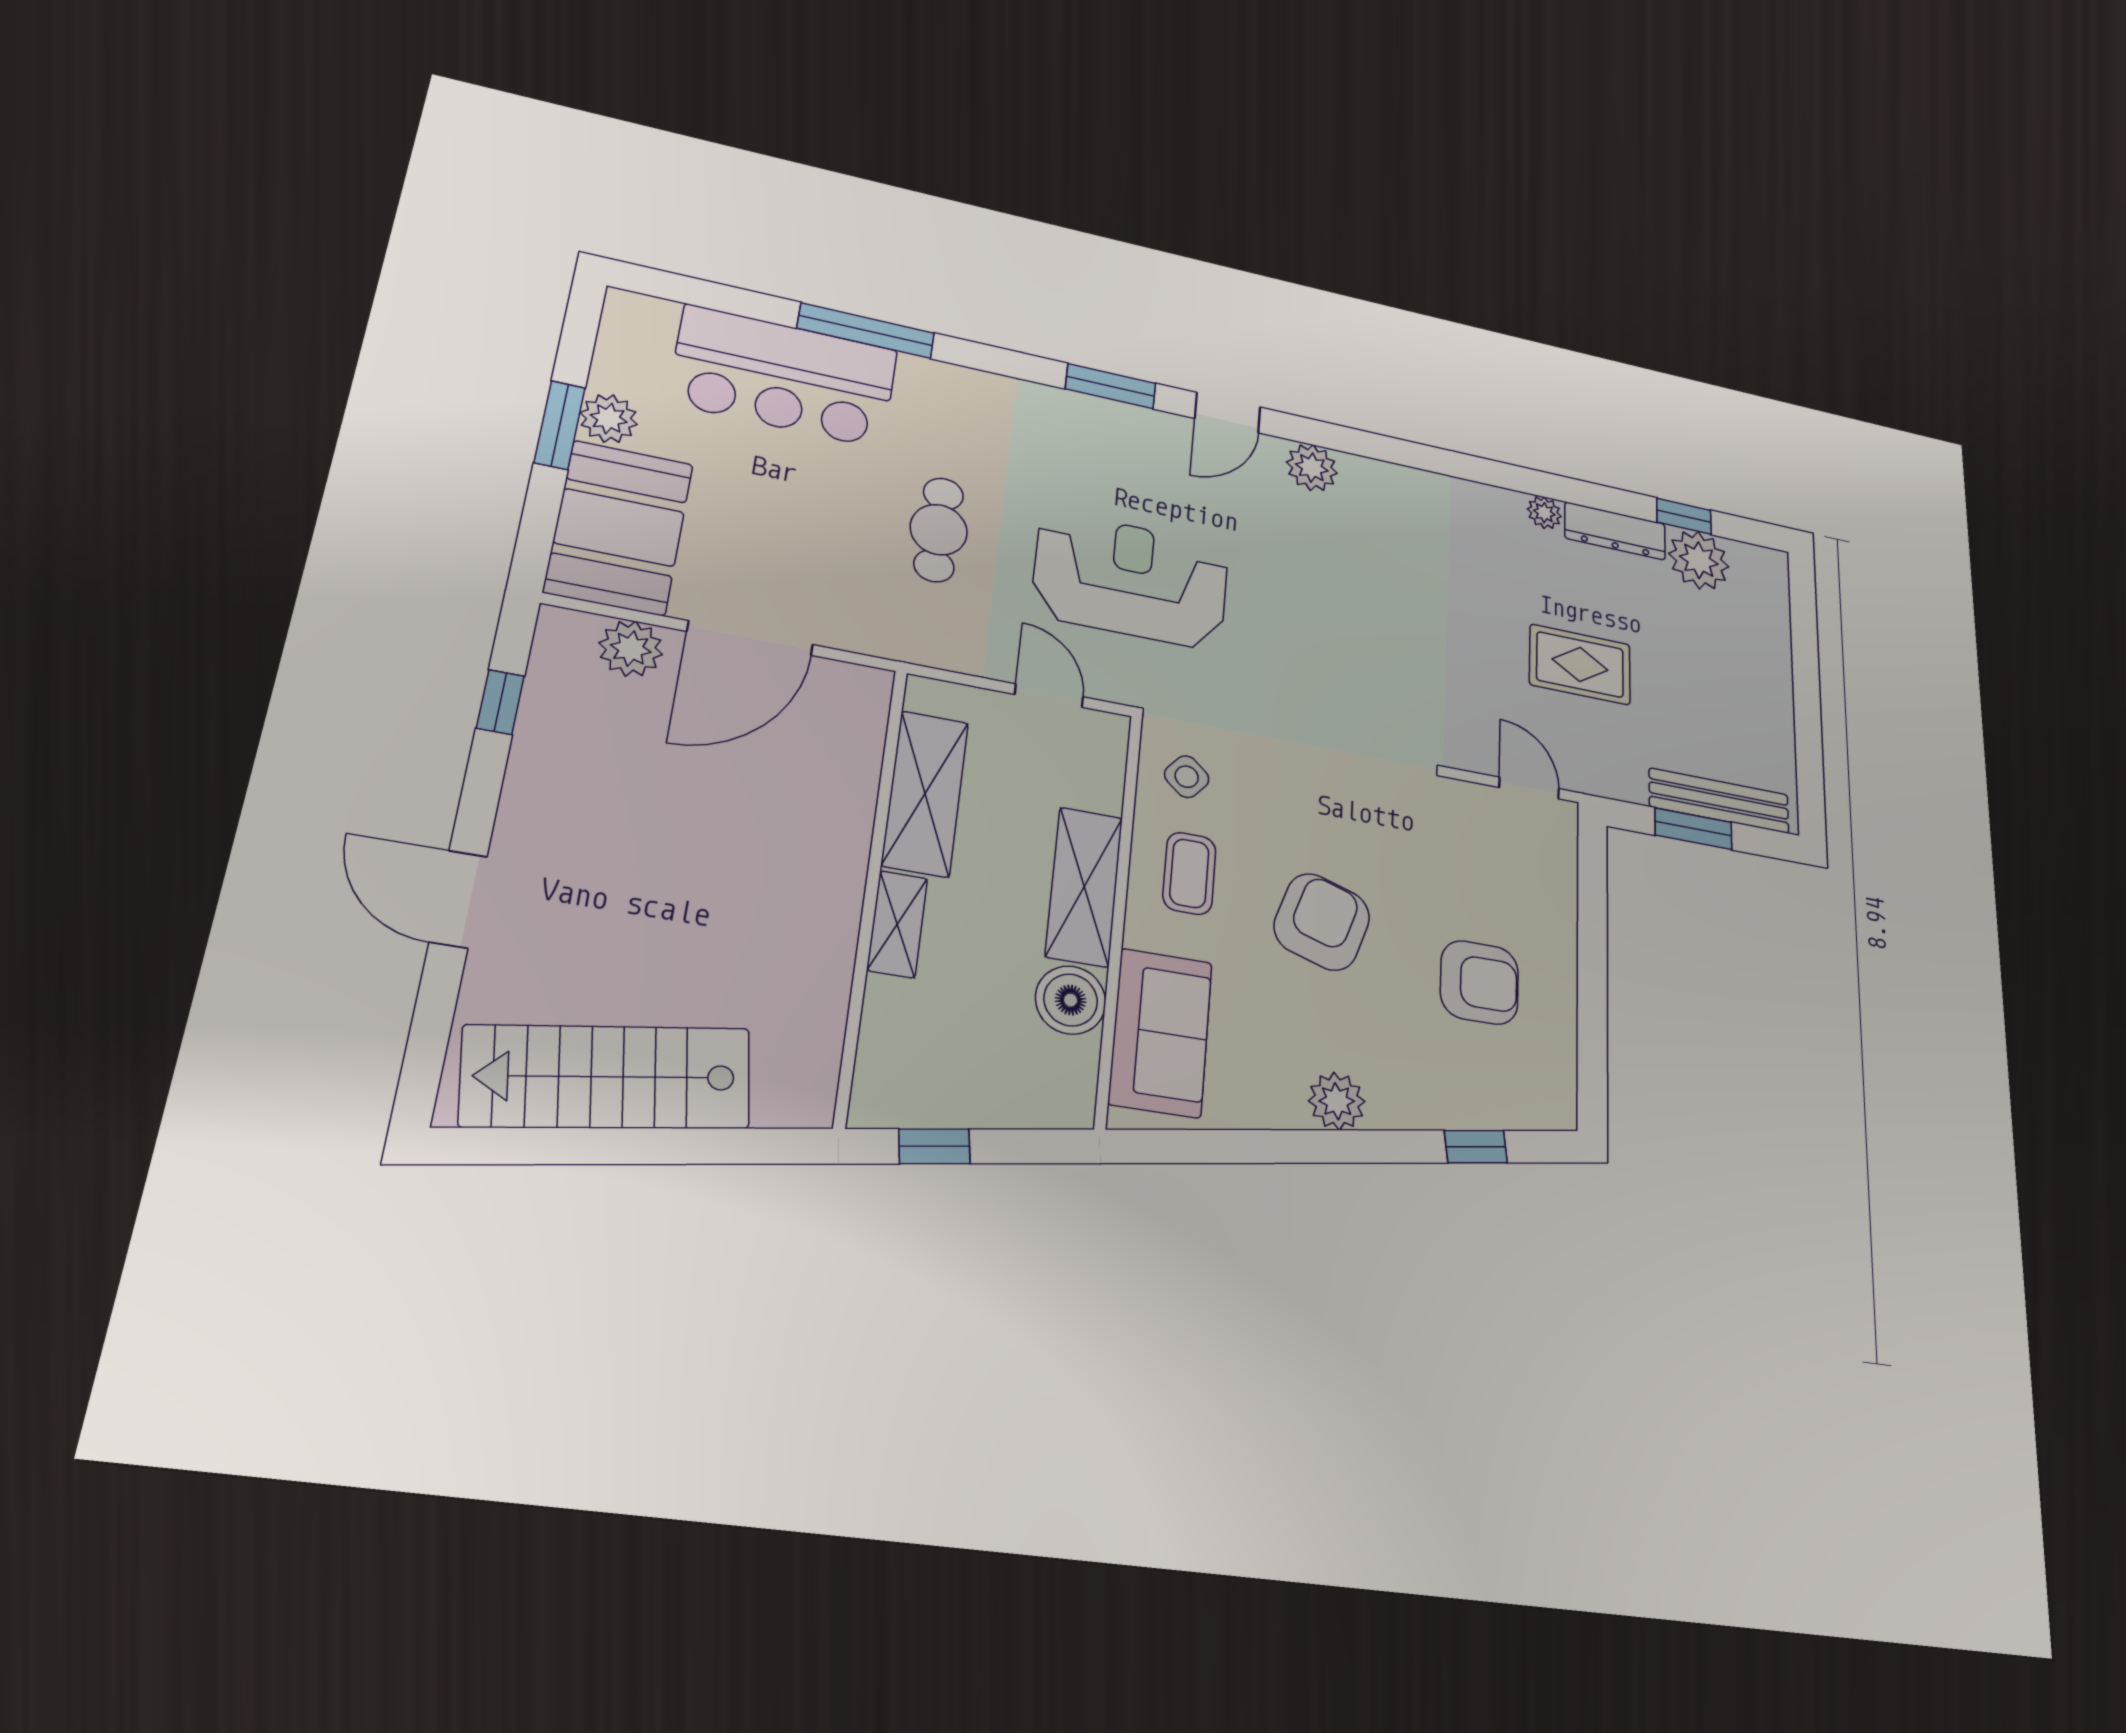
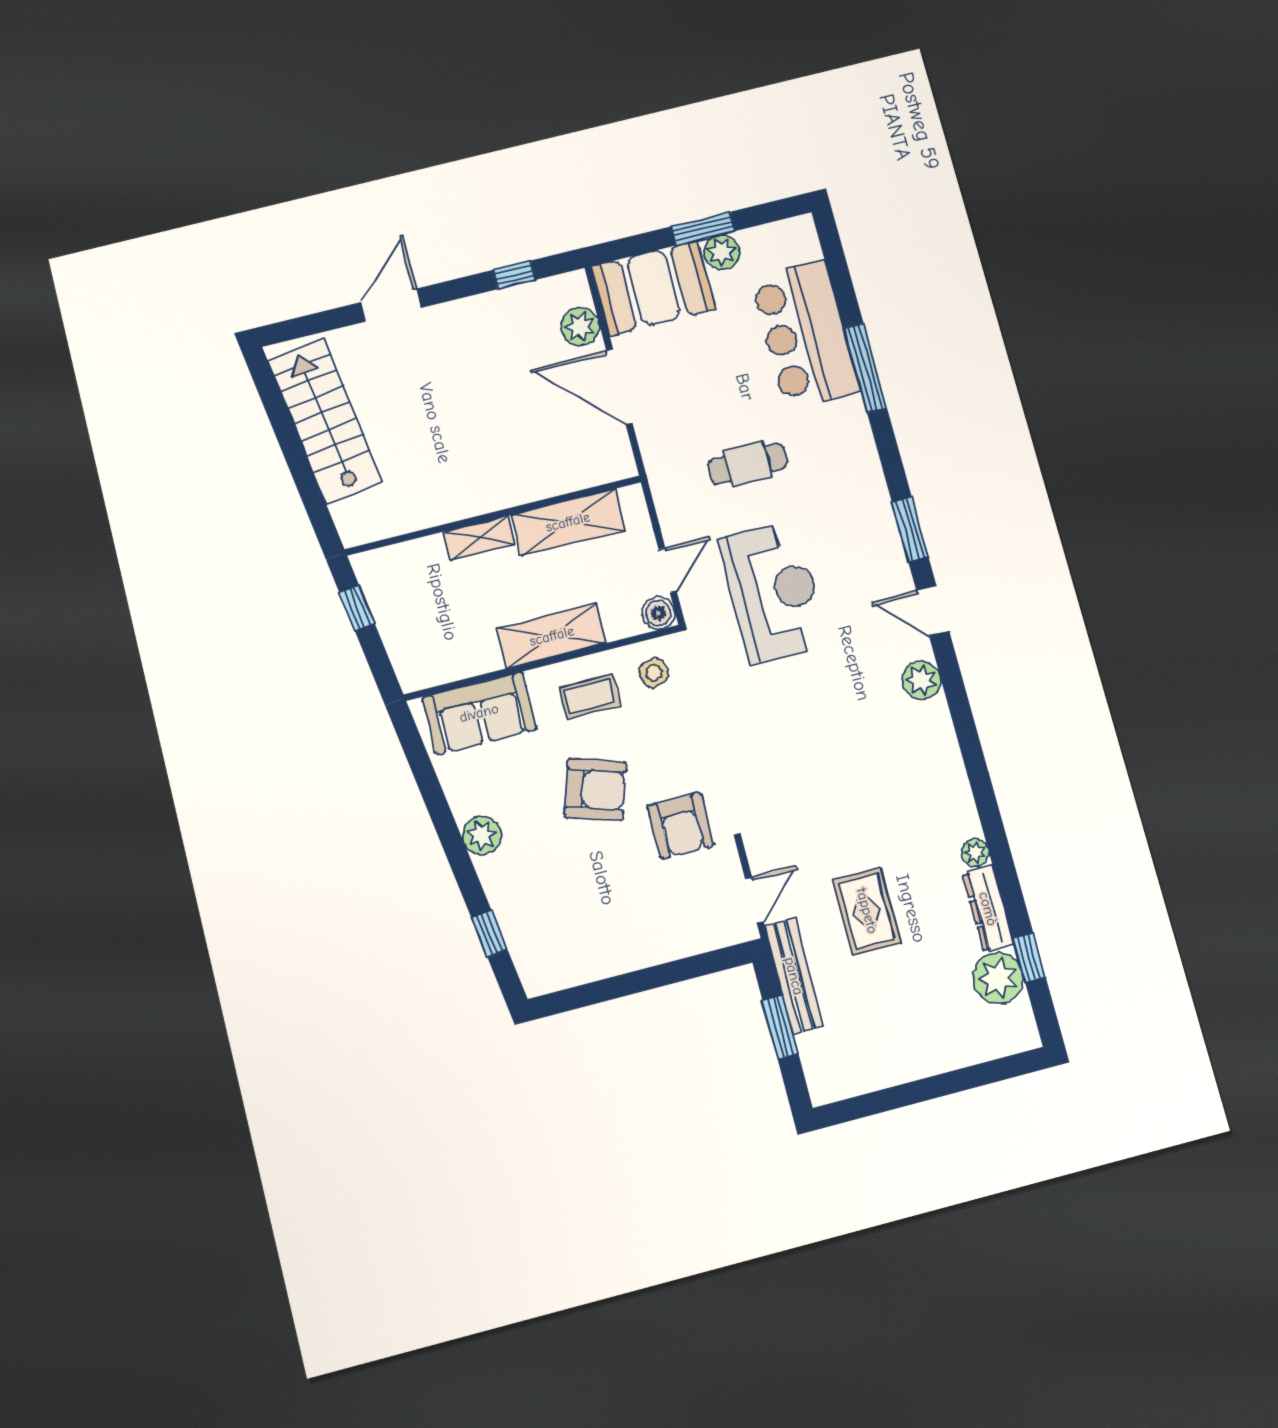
side table: (1187, 777) -> (654, 673), turned 32
bench: (1719, 801) -> (794, 976), moved
armchair: (1479, 982) -> (681, 825), moved
boiler: (1071, 1000) -> (658, 613), moved, width x0.73, depth x0.73

